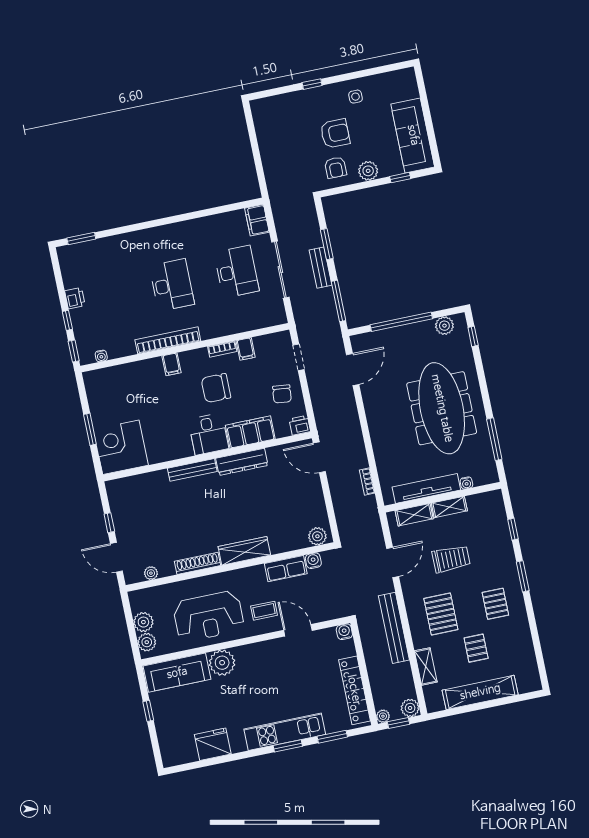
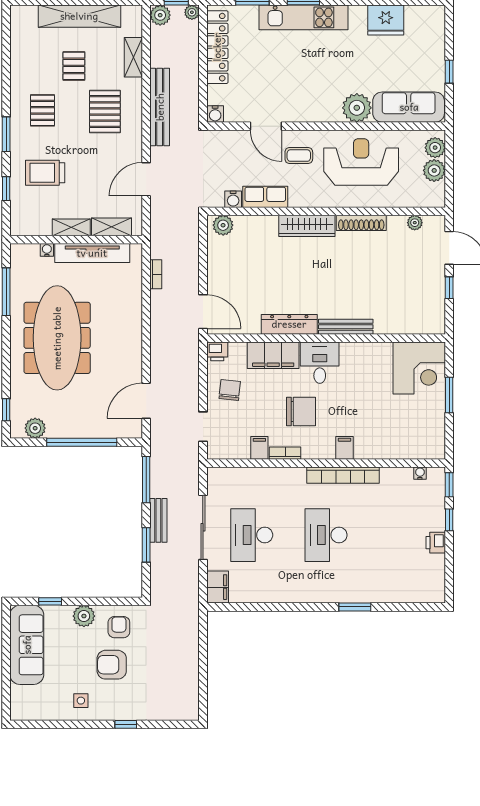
window: (81, 238) -> (355, 607), moved
trolley: (451, 559) -> (45, 173), moved

